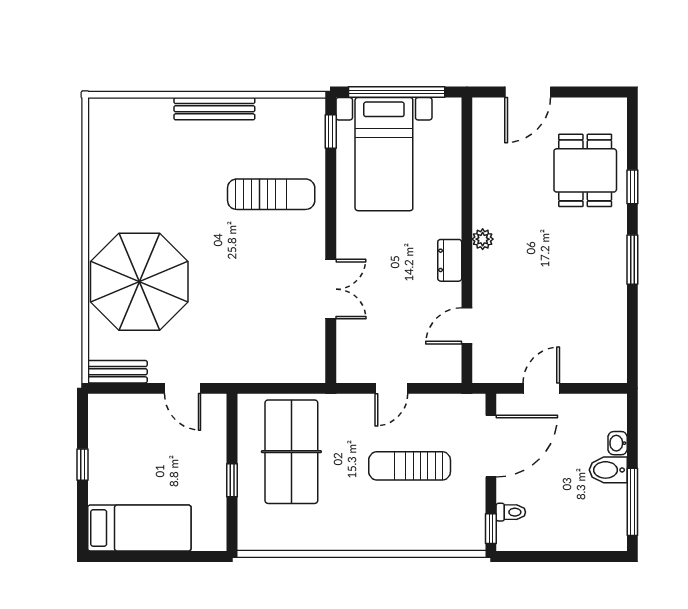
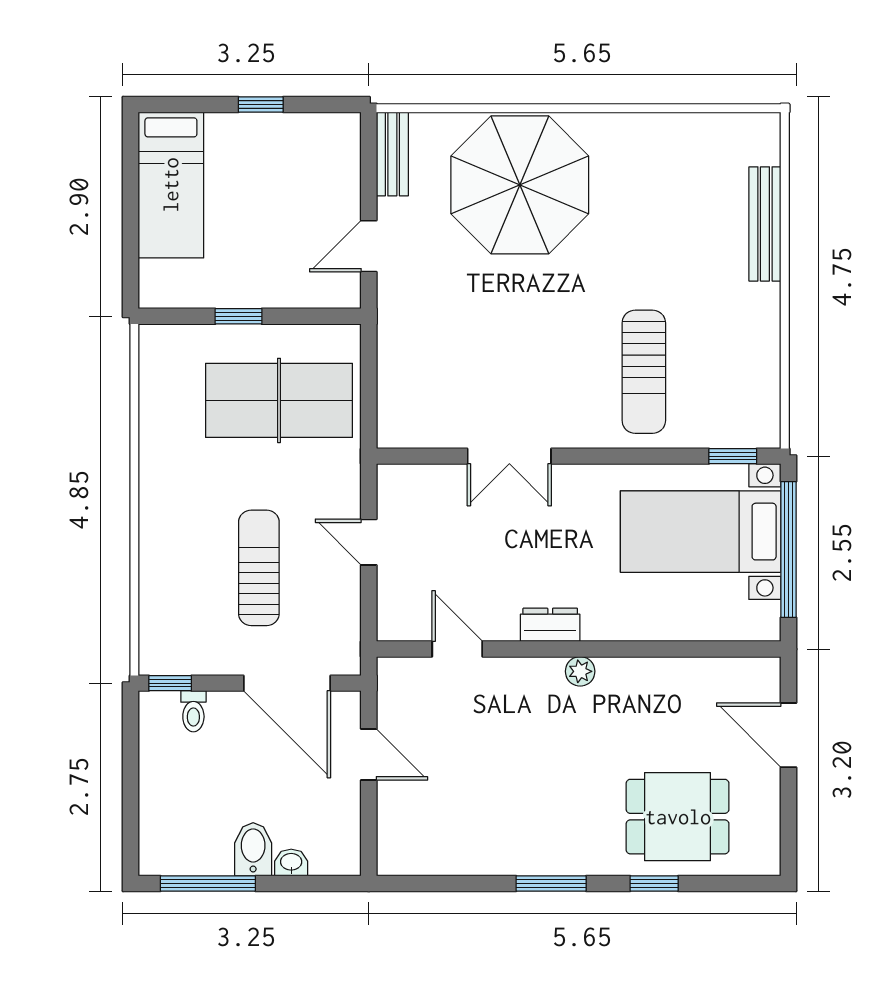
bench: (214, 109) -> (765, 224), moved

